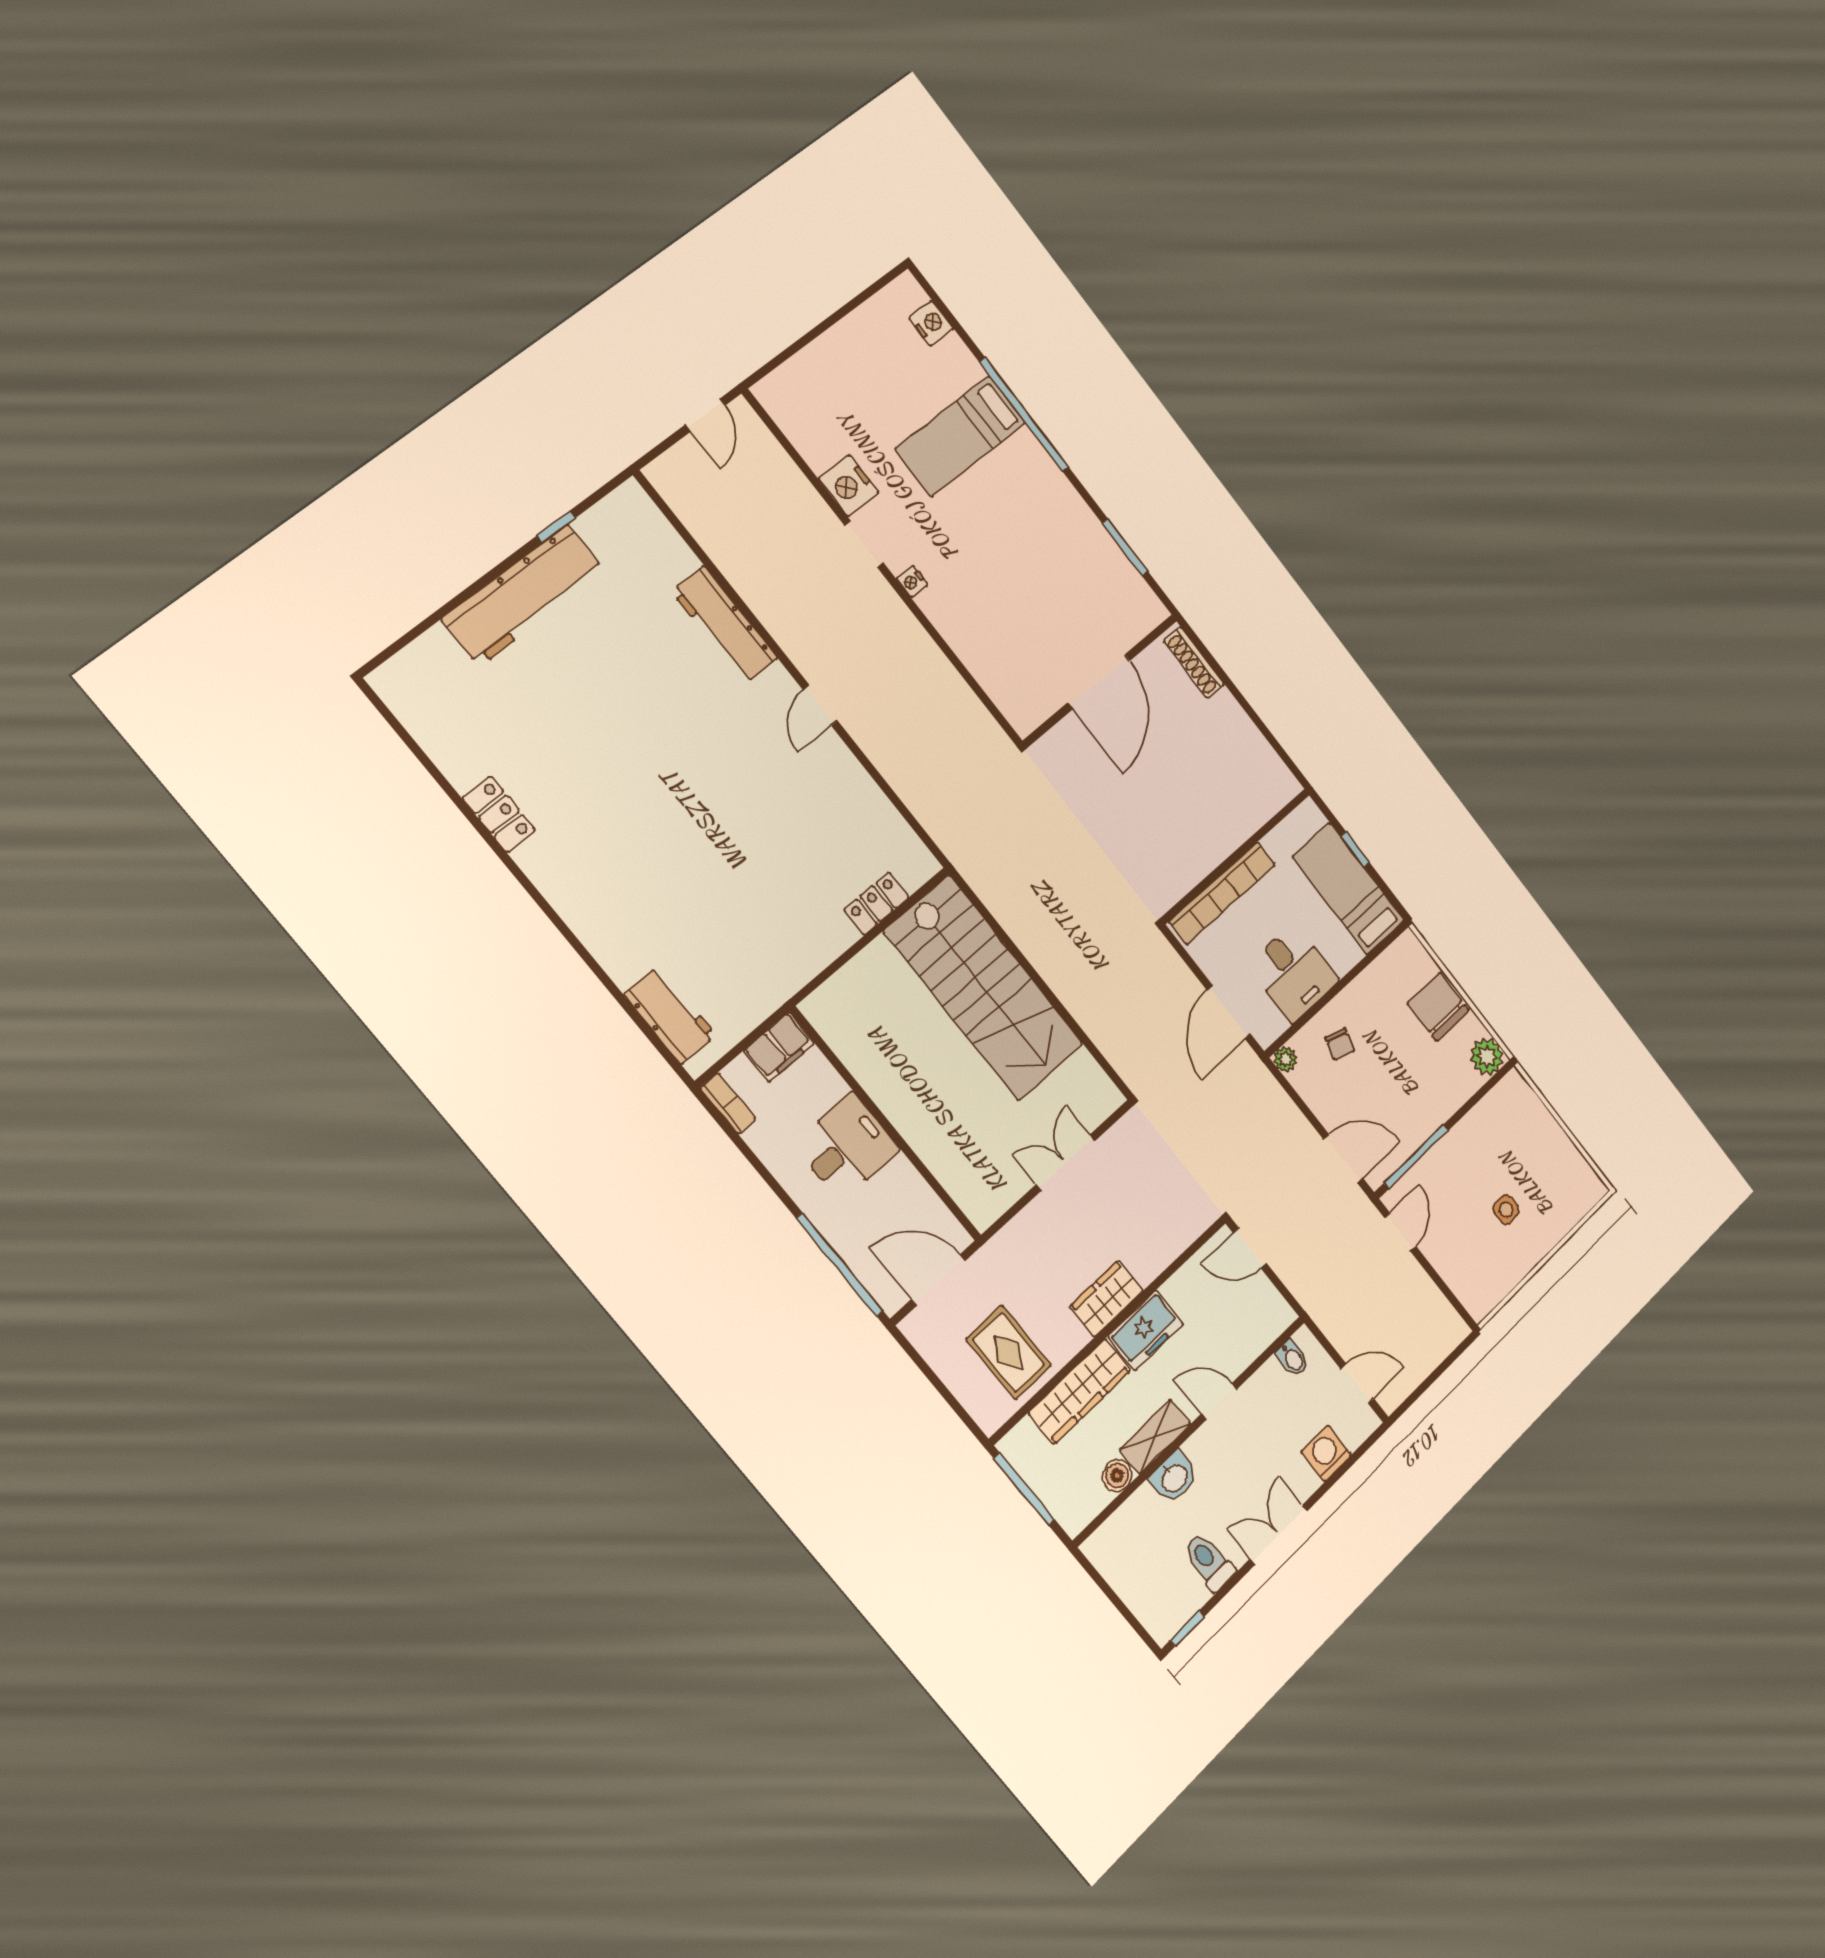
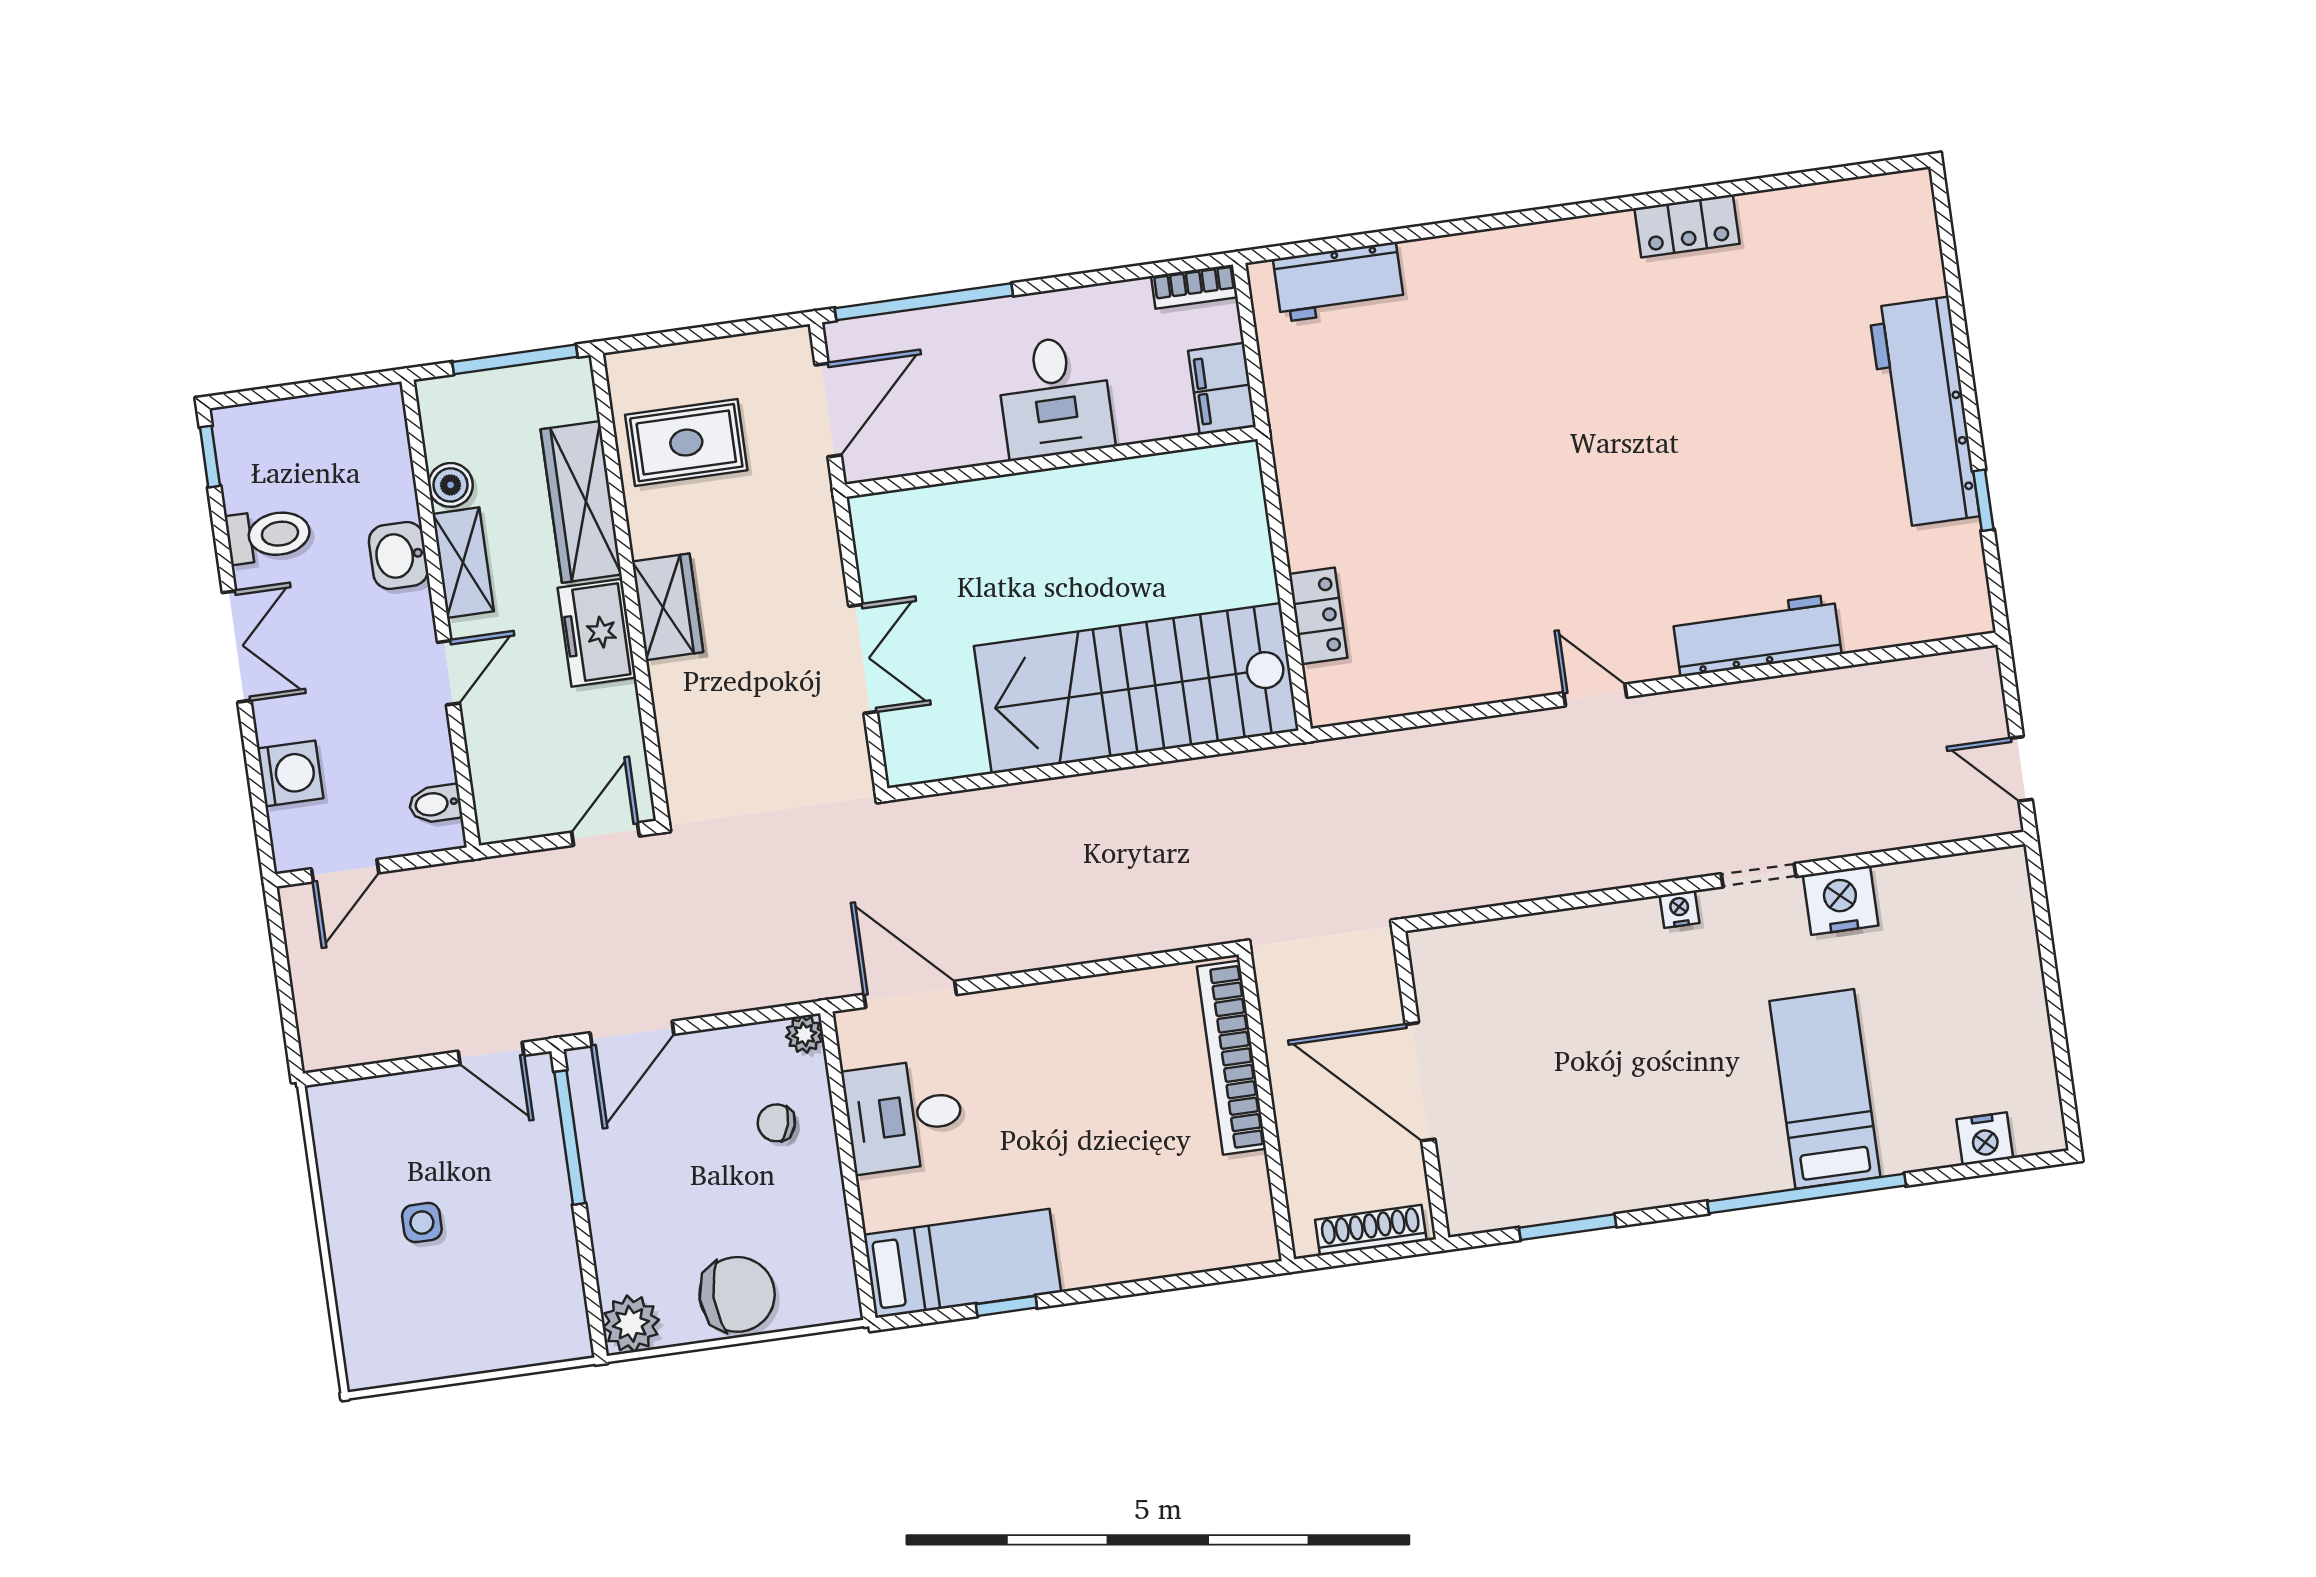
wall: (1236, 856) -> (1266, 1107), moved
bookcase: (1222, 893) -> (1231, 1058), moved

